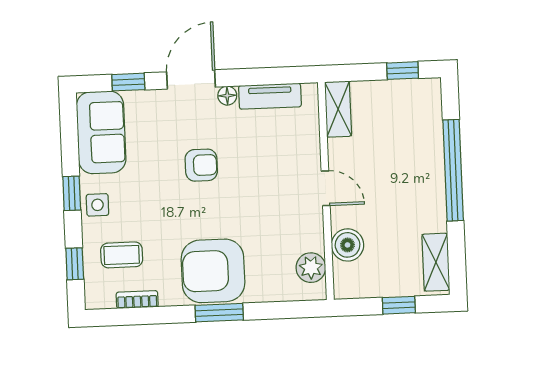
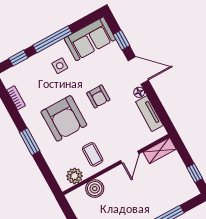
door: (326, 188) -> (130, 157), moved
window: (72, 193) -> (53, 39), width x2.17
side table: (97, 205) -> (60, 66), moved
coffee table: (122, 255) -> (93, 154), moved
armchair: (213, 271) -> (64, 118), moved, turned 180

